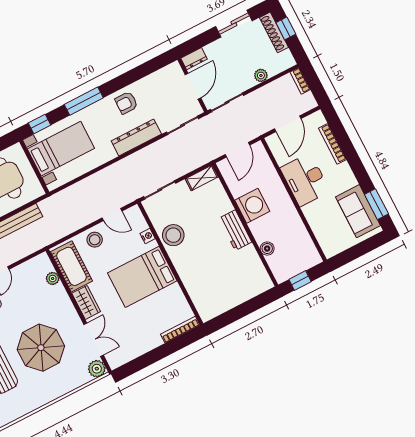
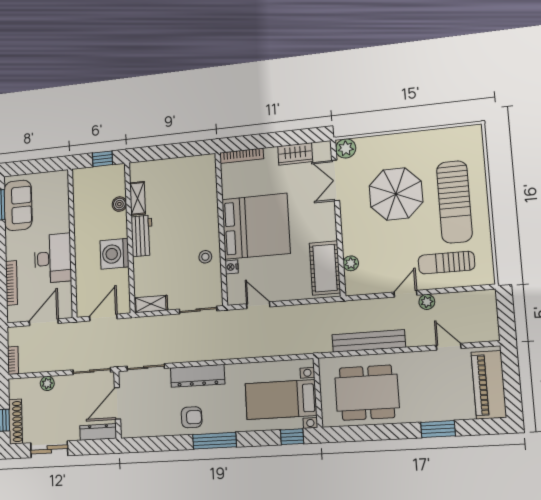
dresser: (194, 59) -> (98, 432), width x1.44
window: (84, 101) -> (215, 441), moved
stool: (173, 235) -> (205, 257), width x0.53, depth x0.53
stool: (95, 240) -> (288, 286), removed
shelving: (253, 260) -> (138, 198), added
bed: (142, 277) -> (256, 226), width x1.36
wardrobe: (86, 302) -> (295, 154), moved, turned -90

